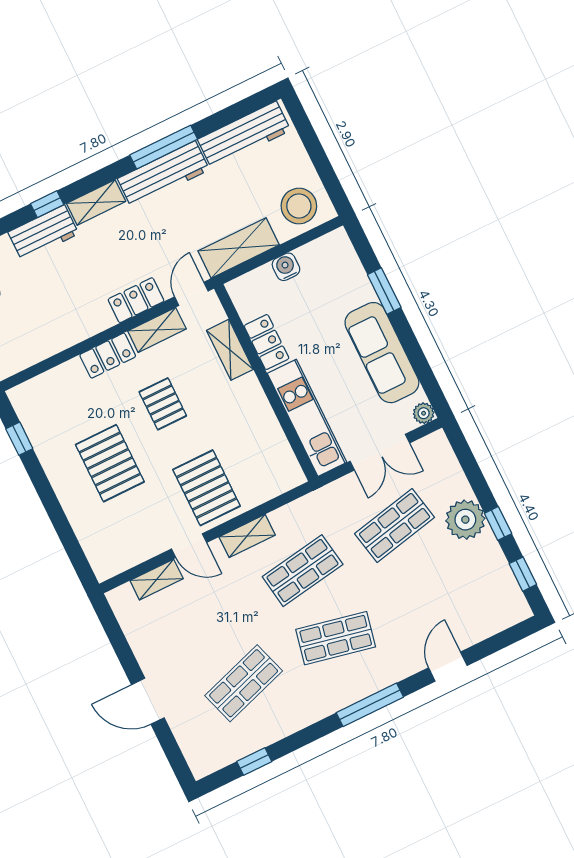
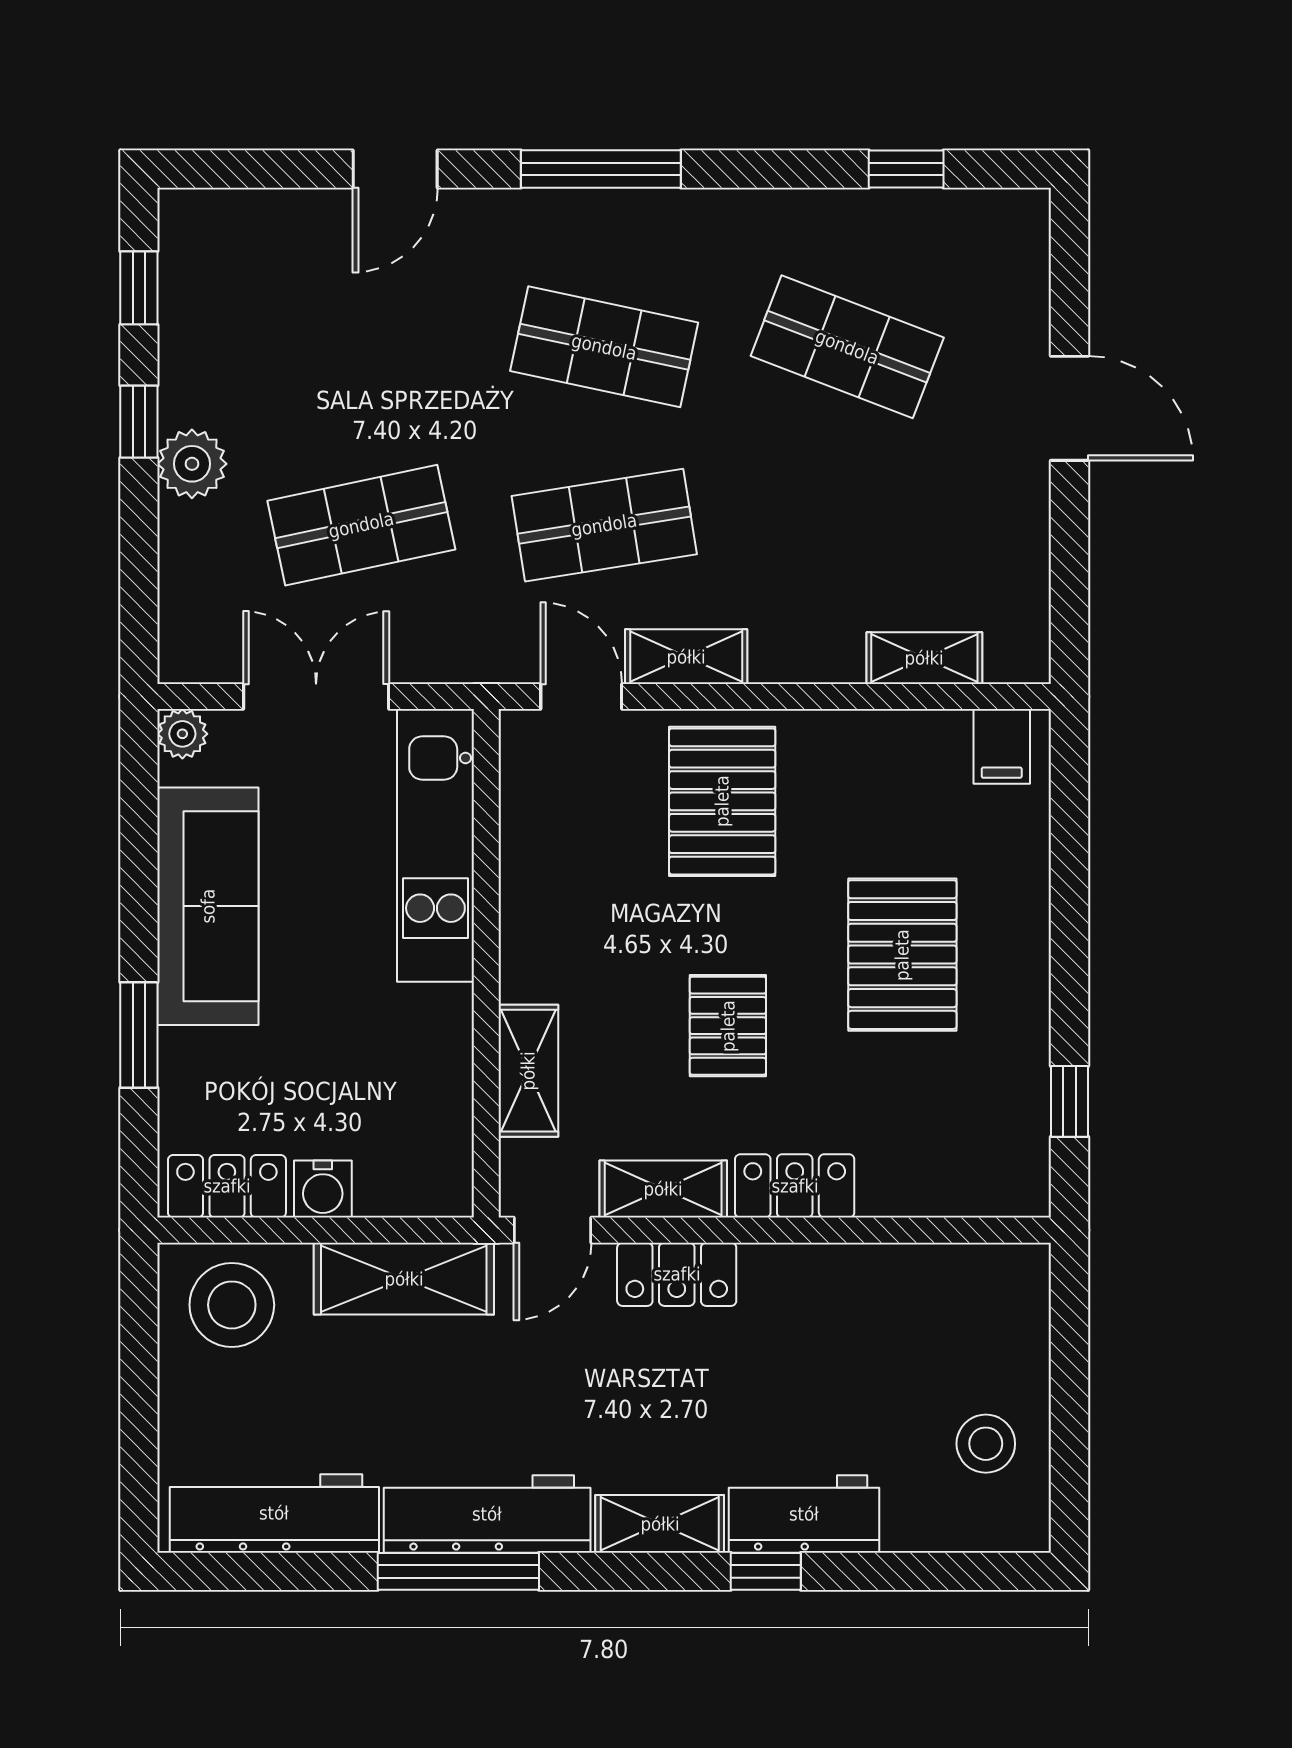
locker: (267, 342) -> (227, 1186), moved, turned 90
plant: (465, 520) -> (192, 464), width x0.73, depth x0.73
door: (189, 546) -> (581, 697), moved
filing cabinet: (111, 560) -> (1002, 746), added
shop shelf: (244, 683) -> (847, 347), turned 39

